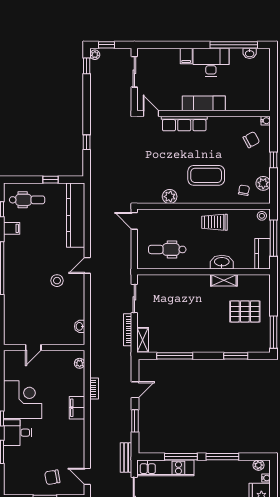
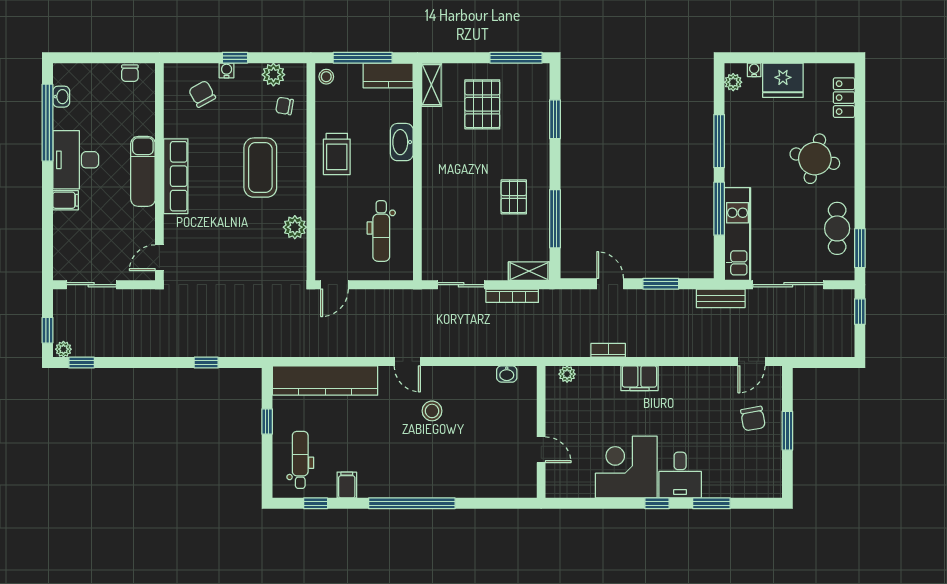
chair: (264, 95) -> (130, 73), added
water cooler: (266, 121) -> (227, 70), moved
row of seats: (184, 124) -> (176, 176), moved
shelving: (224, 280) -> (431, 85), moved
pallet: (188, 331) -> (514, 197), added

